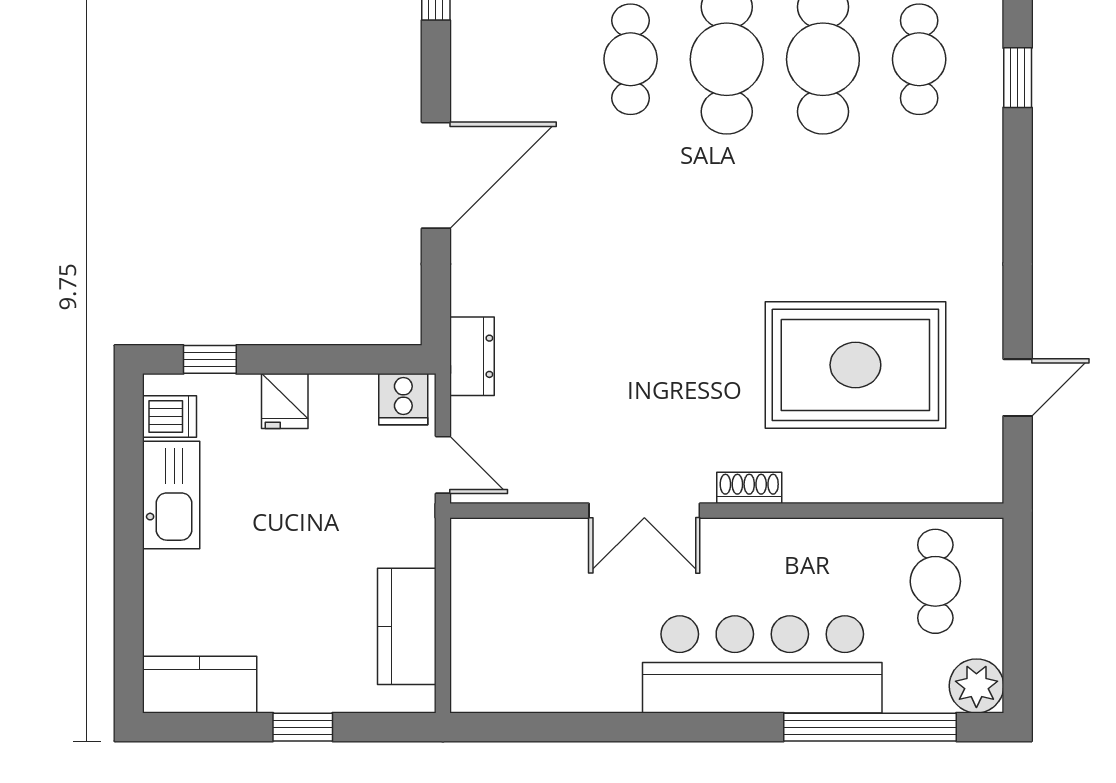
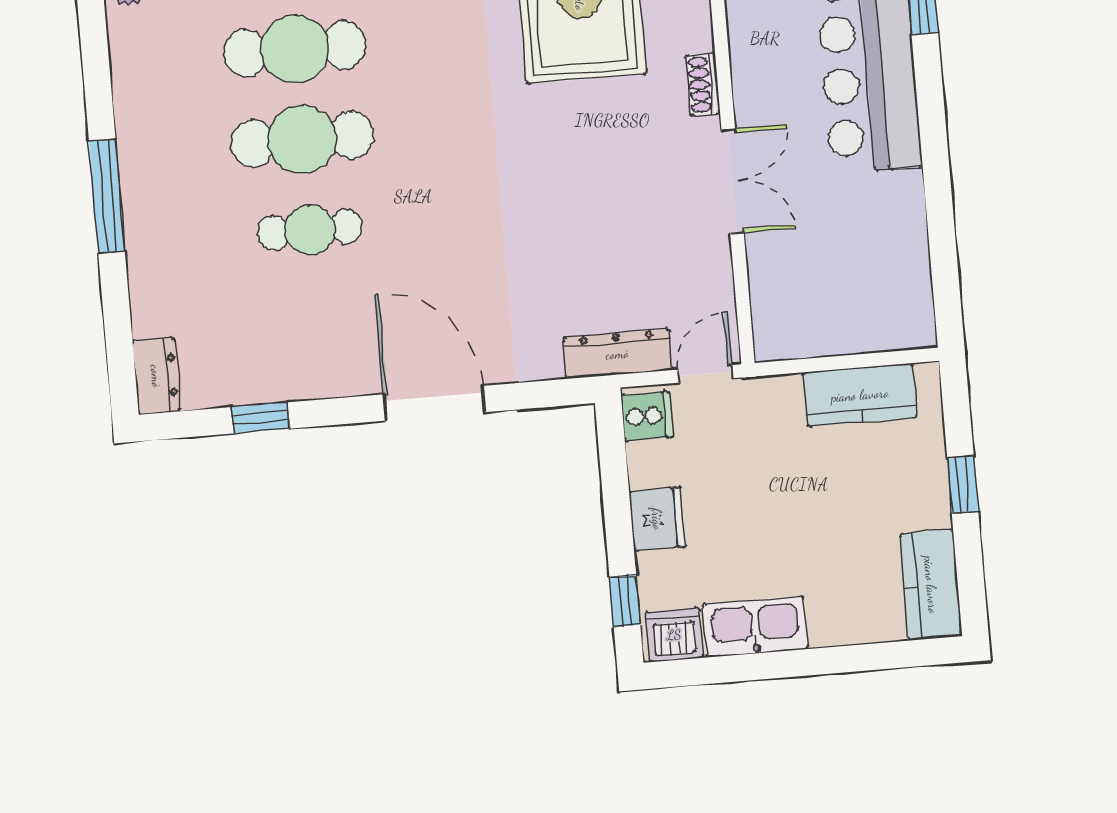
dresser: (472, 356) -> (617, 354), width x1.44
fridge: (285, 401) -> (657, 519), width x1.38
dishwasher: (170, 417) -> (674, 635), width x1.38

